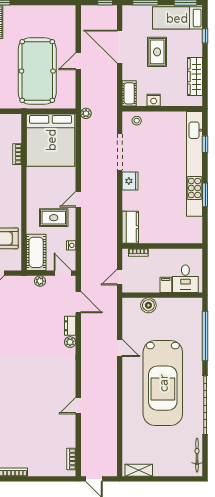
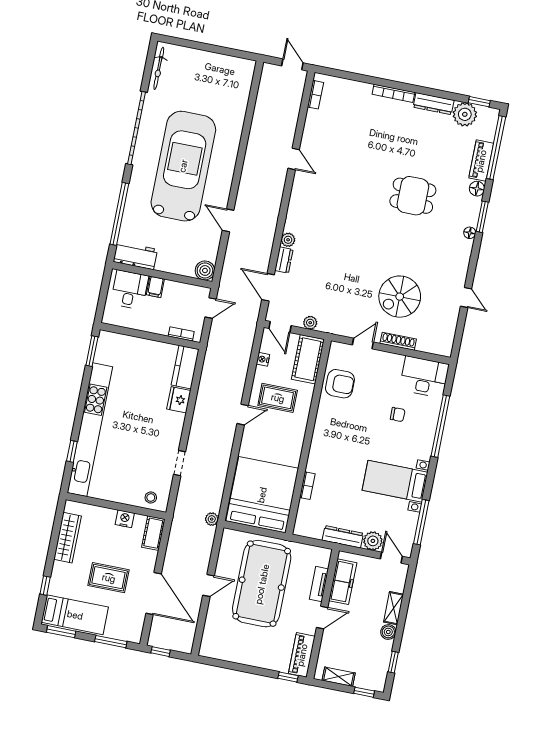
rug: (157, 52) -> (109, 578), turned 90
doorway: (120, 152) -> (180, 463), width x0.53
fridge: (130, 181) -> (179, 400), moved
window: (205, 195) -> (92, 351), moved
boiler: (148, 305) -> (205, 270), moved
workbench: (186, 306) -> (135, 256), added
door: (78, 406) -> (294, 159), hinge flipped
shelving: (139, 470) -> (235, 64), removed

